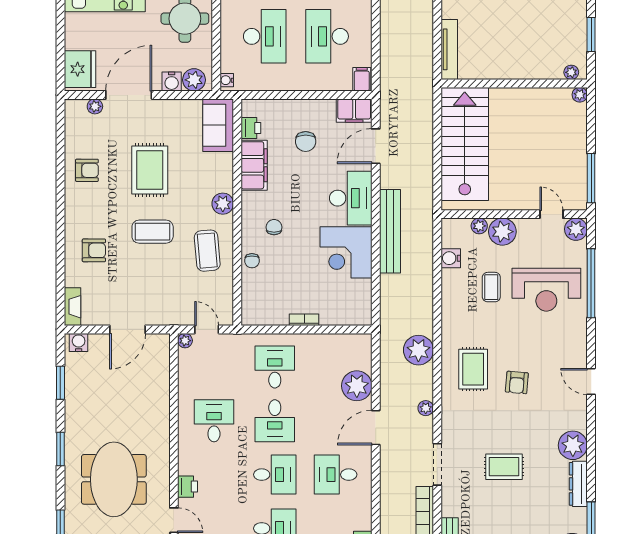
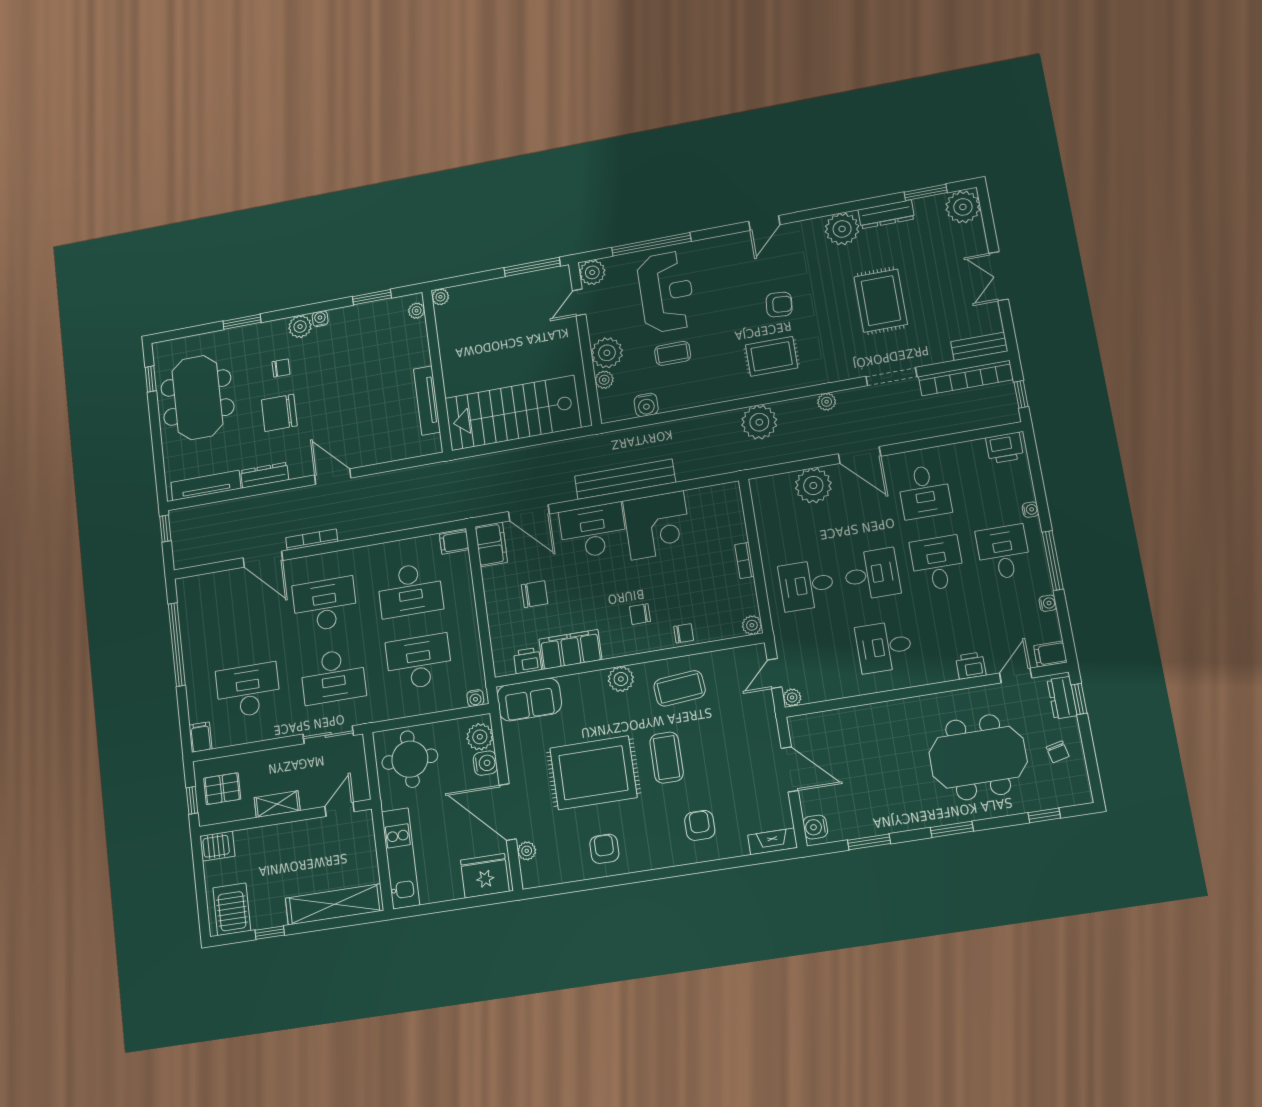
tv unit: (449, 49) -> (427, 400), moved, turned -90
rug: (150, 170) -> (593, 773), width x1.37, depth x1.44
plant: (249, 317) -> (752, 625), added
rug: (504, 467) -> (881, 301), width x1.36, depth x1.43

